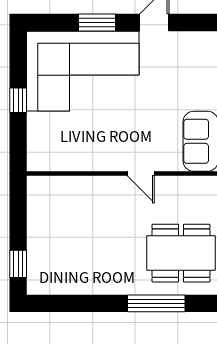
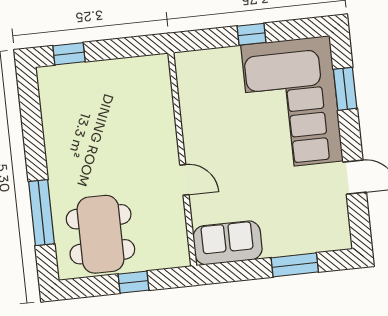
window: (97, 23) -> (345, 89), moved
door: (141, 174) -> (184, 180), swing flipped

